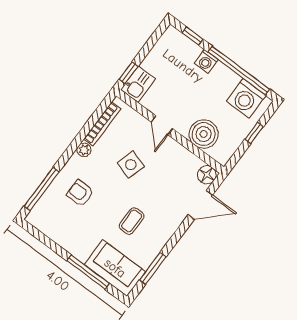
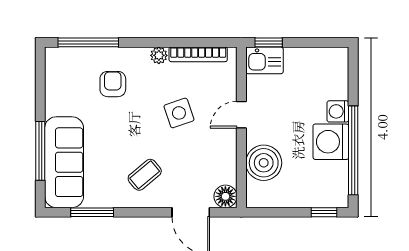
window: (193, 36) -> (353, 79), removed
washing machine: (246, 98) -> (331, 142), moved
window: (254, 133) -> (324, 212), moved
side table: (131, 165) -> (179, 113), turned -36
coffee table: (132, 221) -> (145, 175), moved, turned -40
sofa: (115, 268) -> (64, 162), width x1.36

